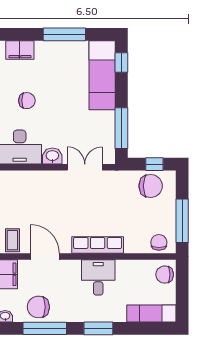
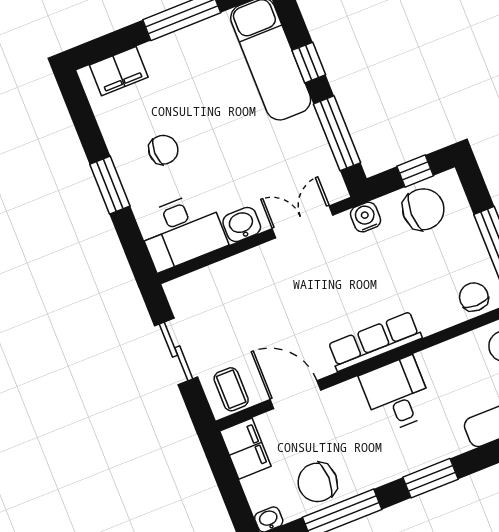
window: (121, 62) -> (309, 63), moved
water cooler: (119, 178) -> (366, 217), added

